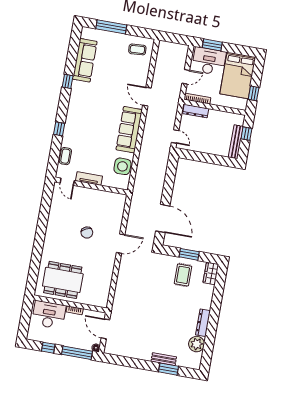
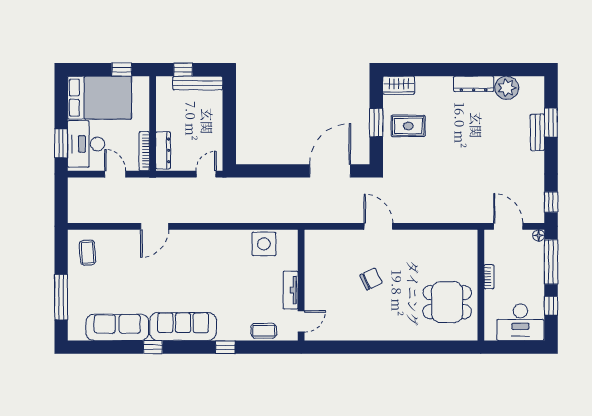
sofa: (129, 130) -> (183, 327), moved, turned 180
dining table: (63, 280) -> (447, 302), width x0.73
desk: (49, 315) -> (520, 322), moved, turned -90
door: (105, 329) -> (508, 226), swing flipped
window: (116, 360) -> (551, 202), added

